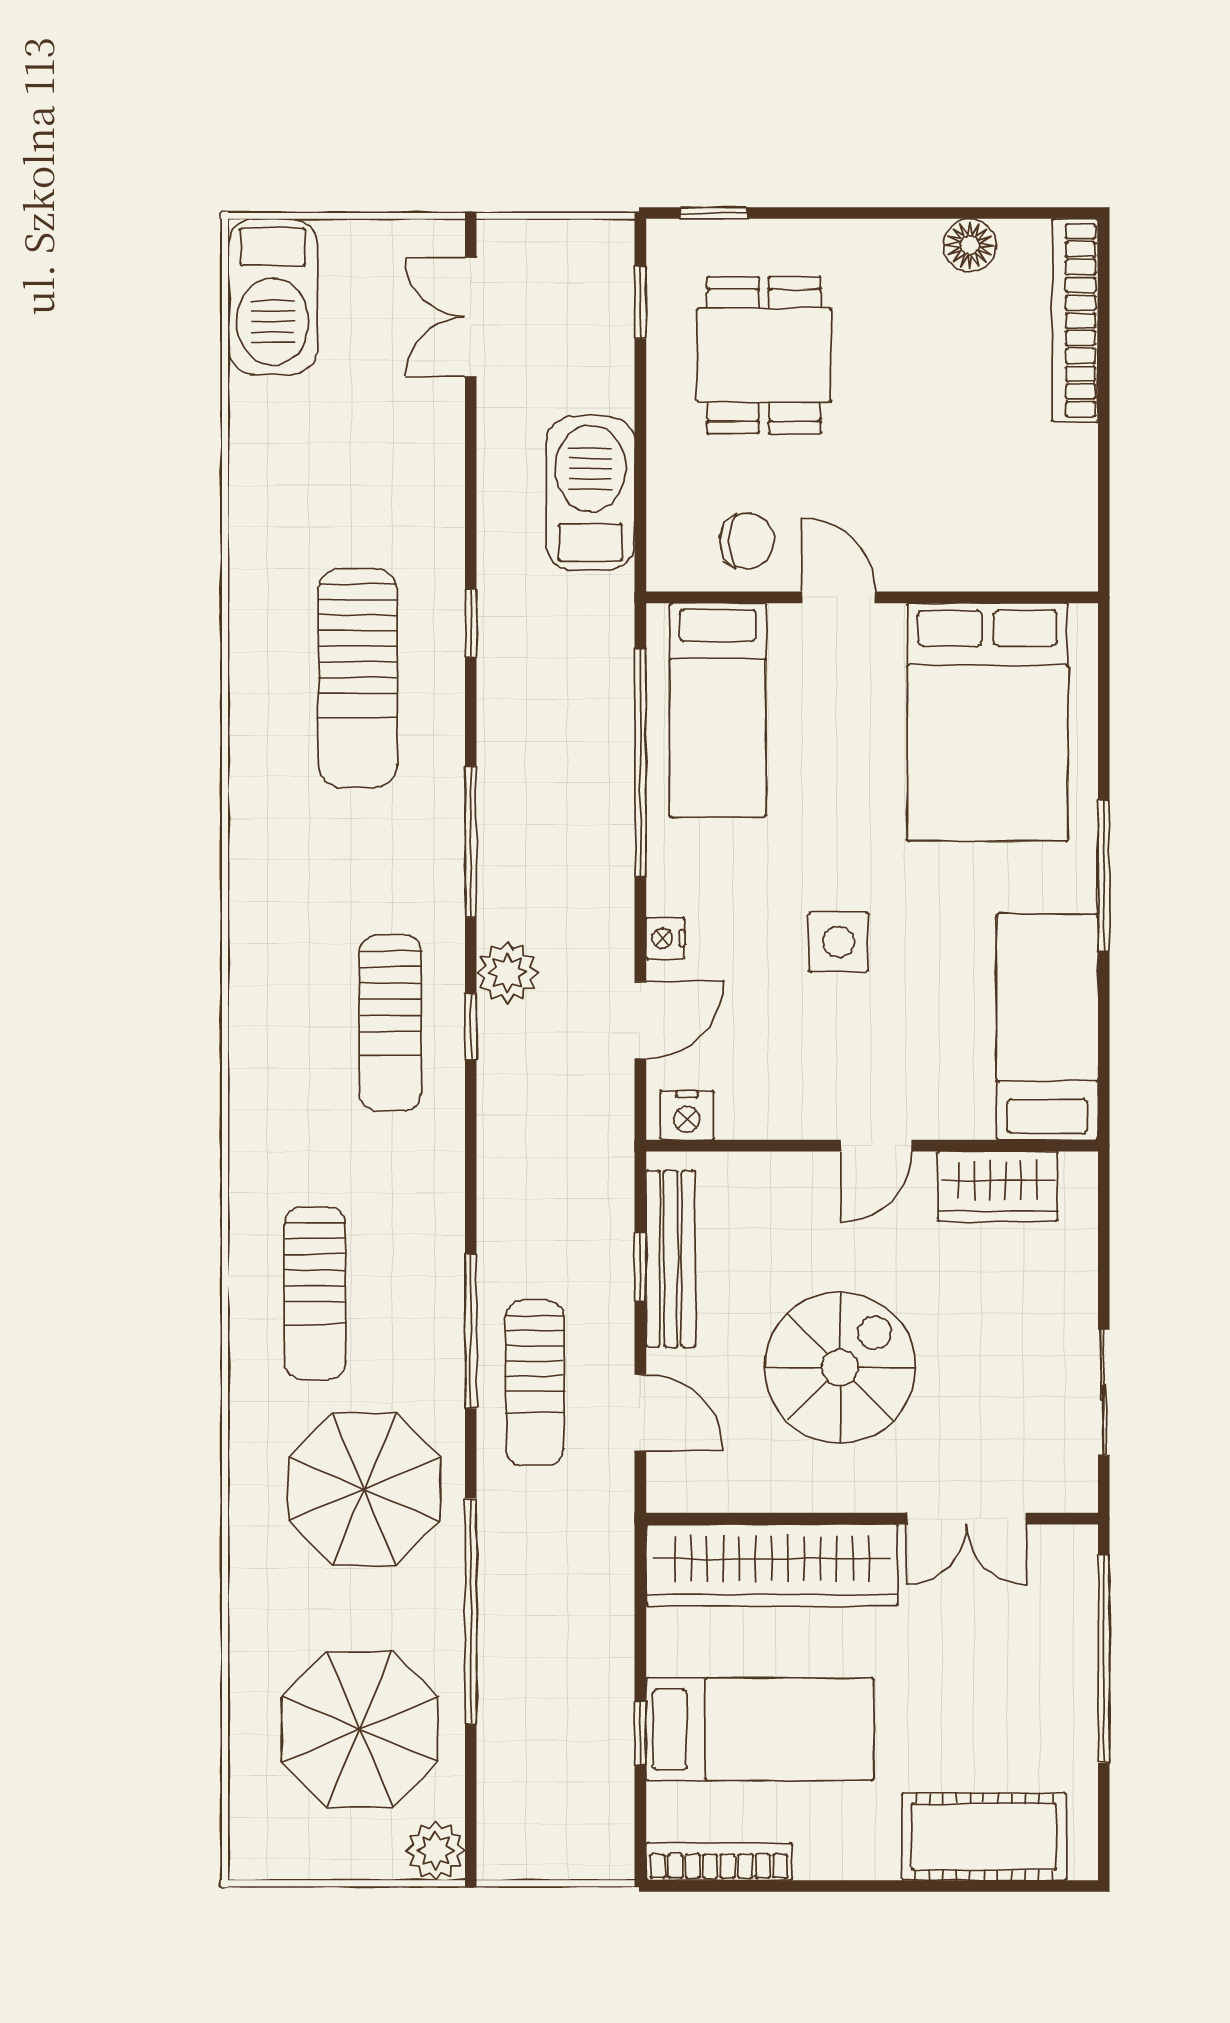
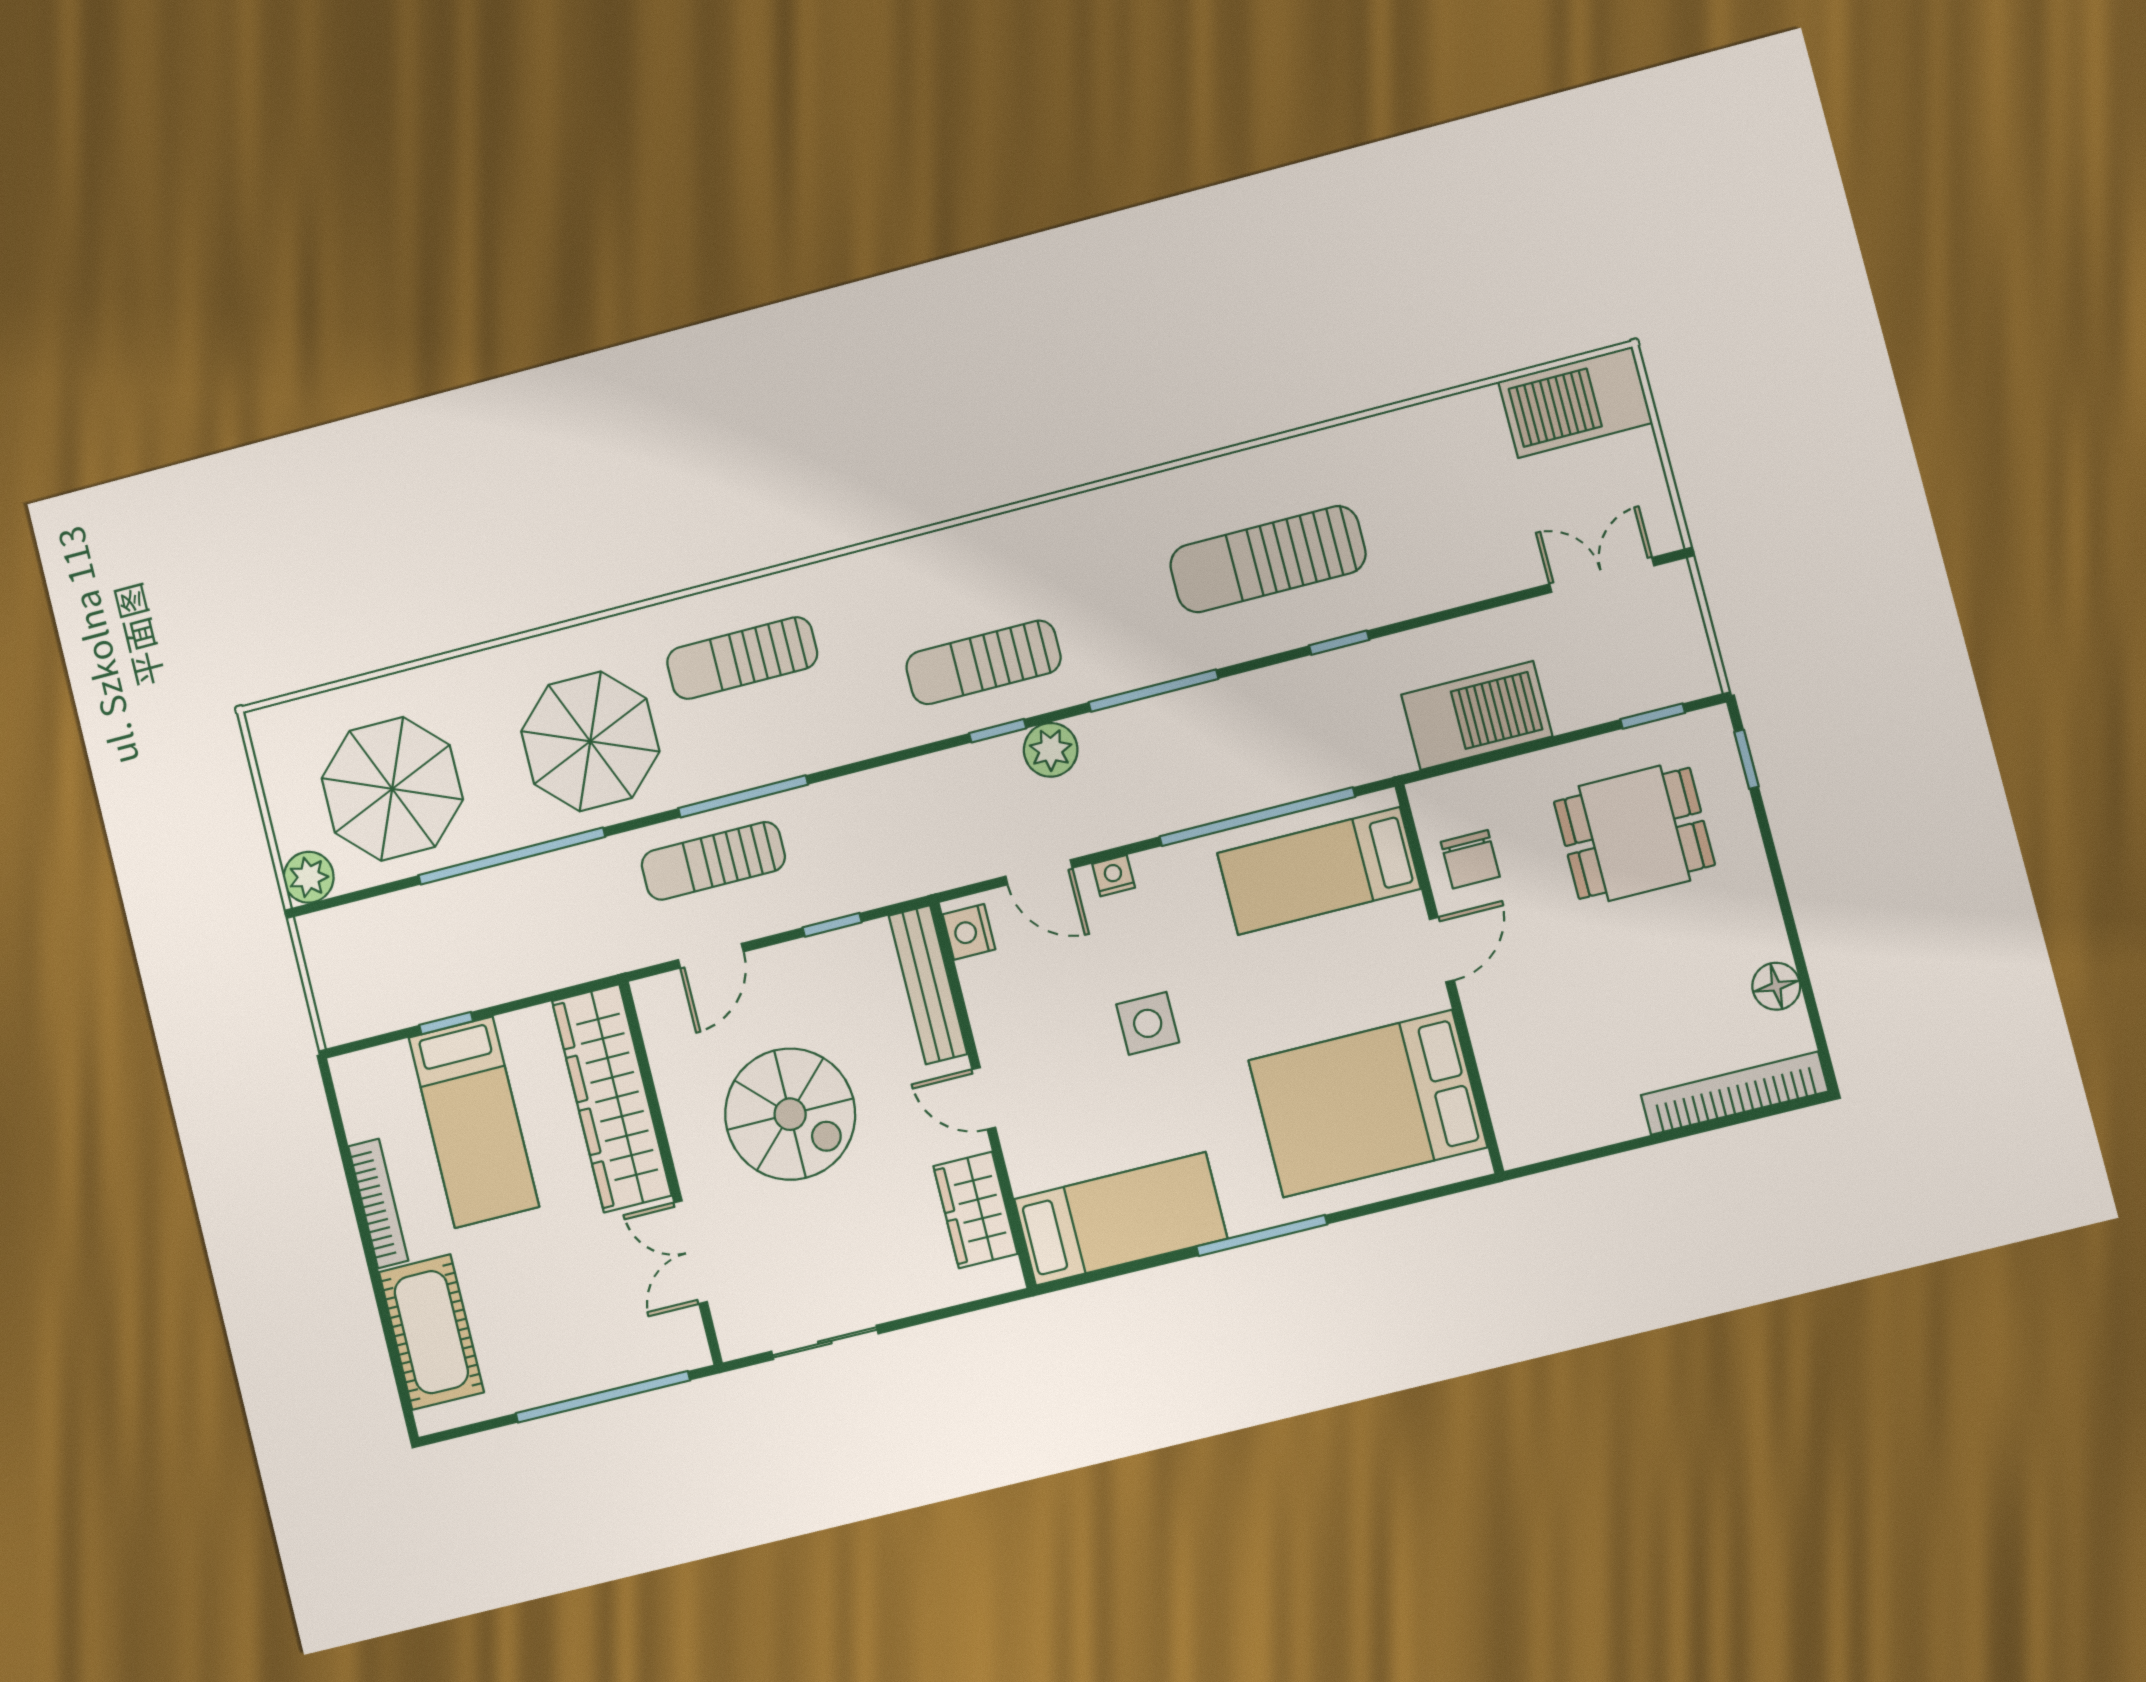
bench: (671, 1259) -> (928, 985), moved, turned 90
bookcase: (719, 1862) -> (378, 1203), moved

